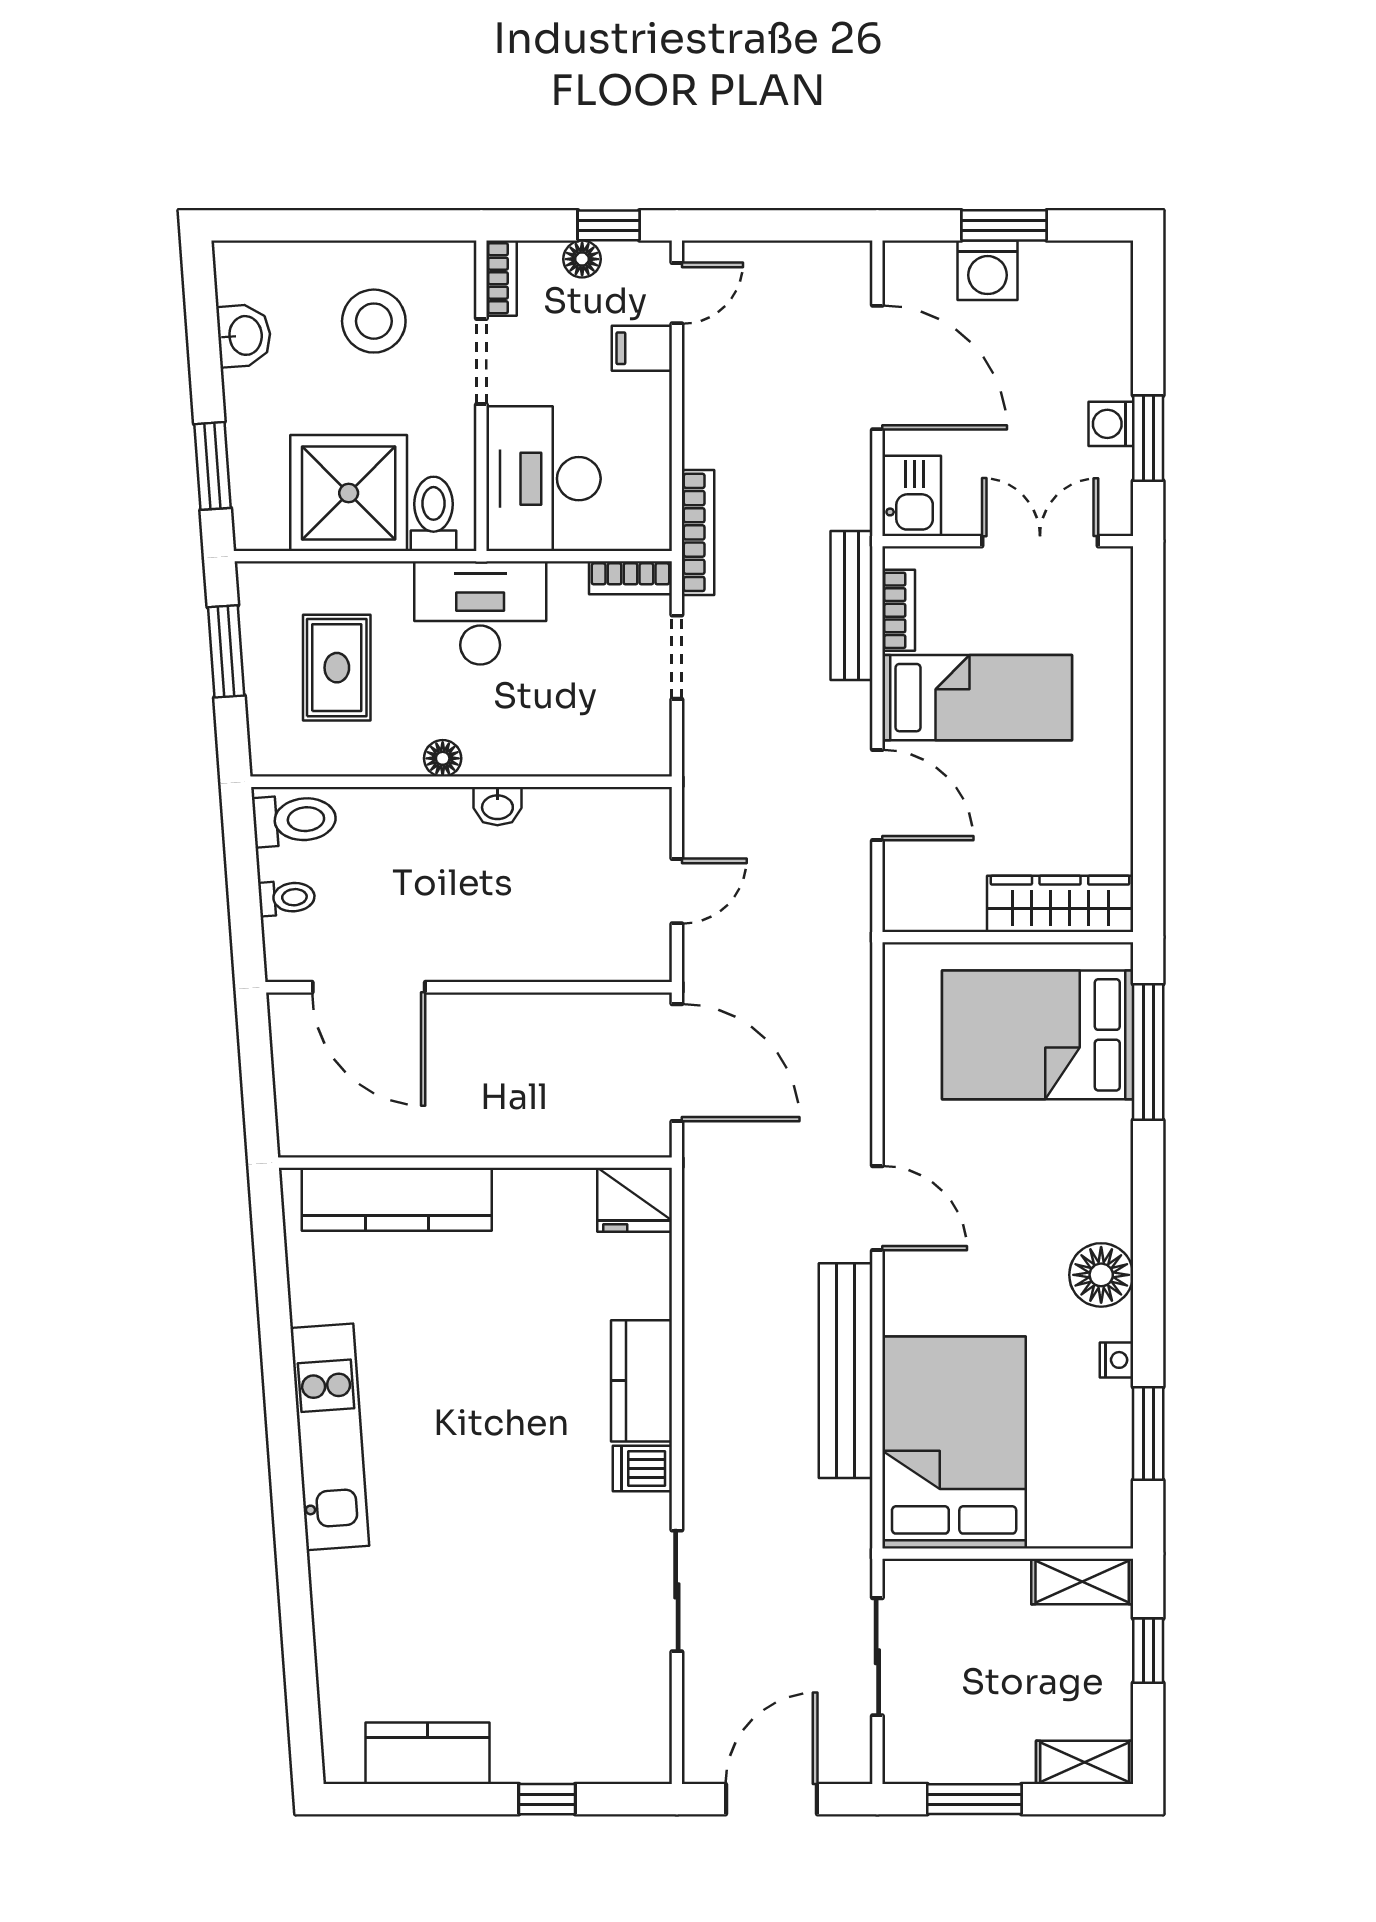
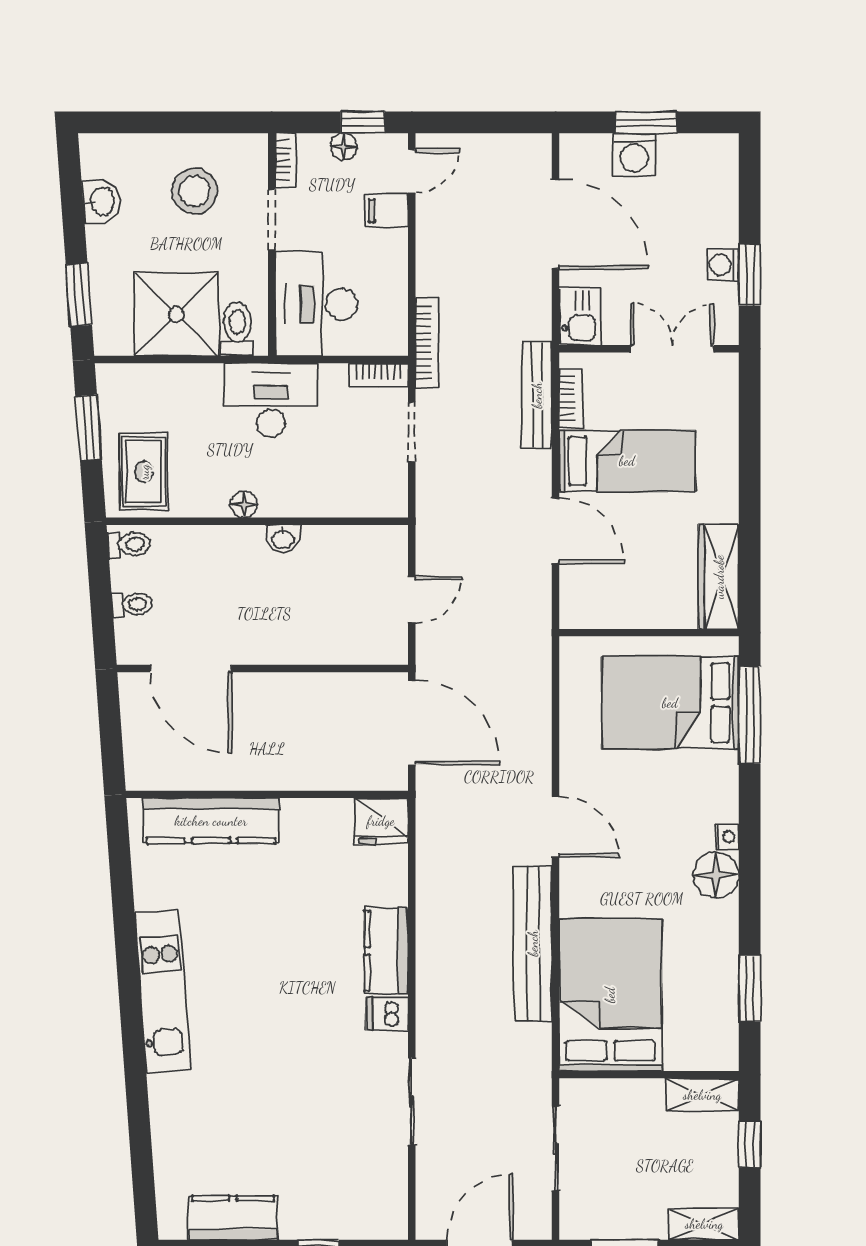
rug: (337, 668) -> (144, 472), moved
toilet: (295, 820) -> (129, 544), width x0.73, depth x0.72
wardrobe: (1060, 904) -> (719, 577), moved, turned -90
nightstand: (1116, 1360) -> (727, 837), moved

